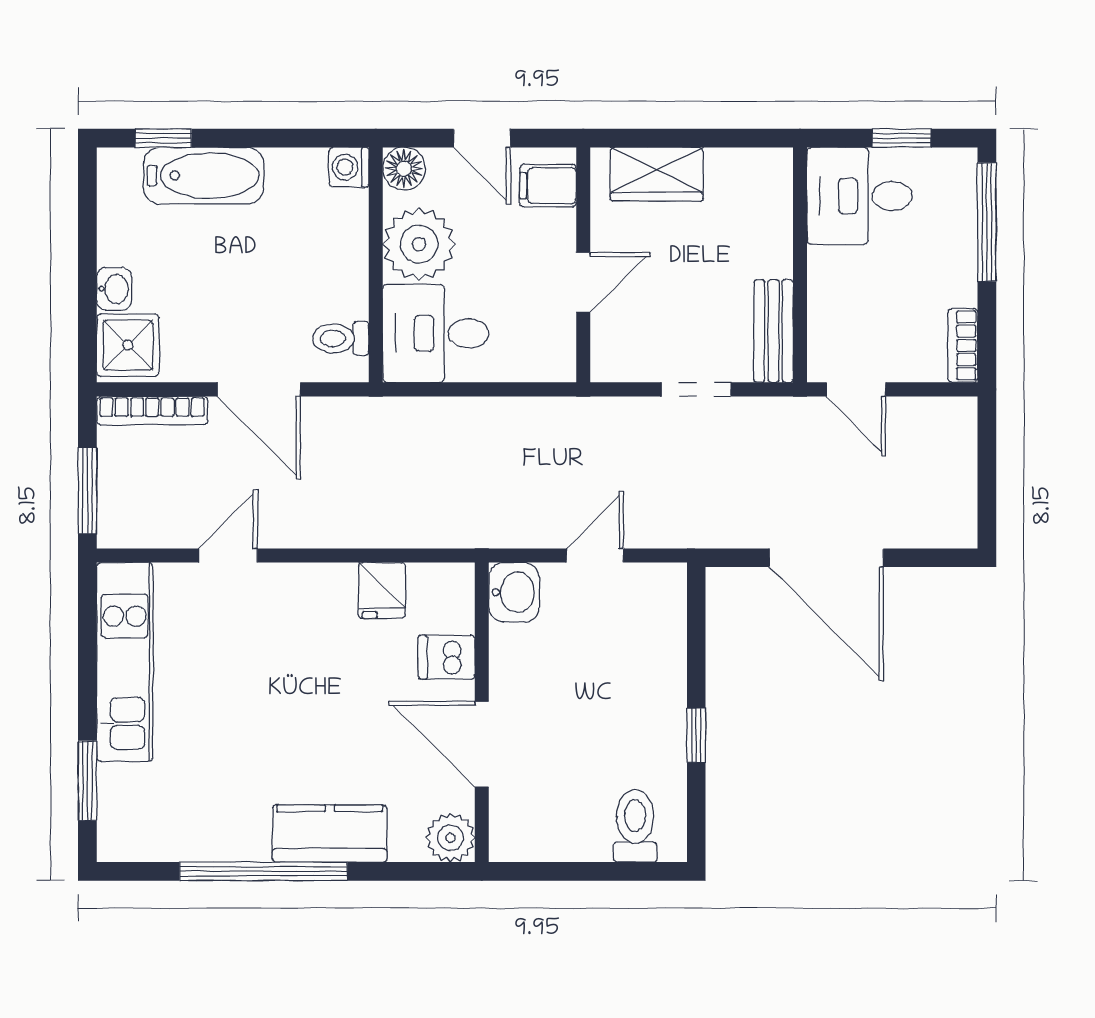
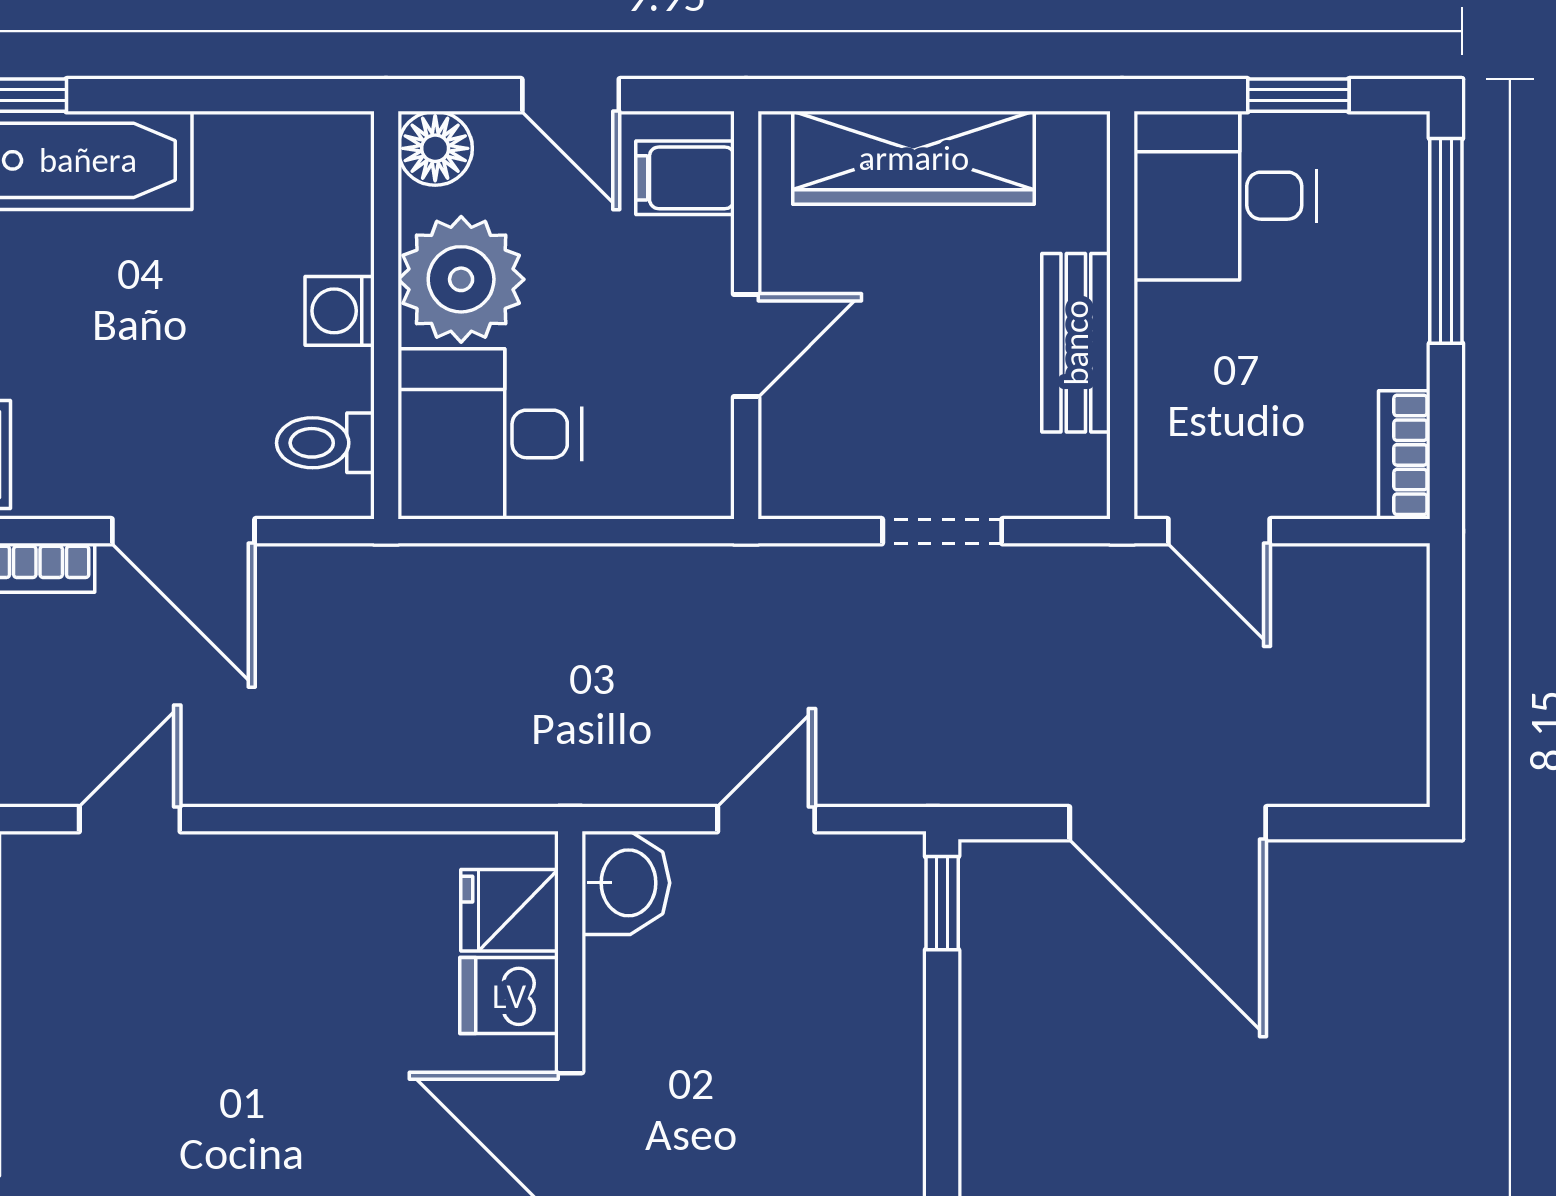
washing machine: (349, 167) -> (340, 311), moved
wardrobe: (657, 174) -> (914, 158), width x1.50
bench: (773, 331) -> (1076, 343), moved
fridge: (382, 590) -> (509, 910), moved, turned 90
window: (696, 735) -> (942, 903), moved

